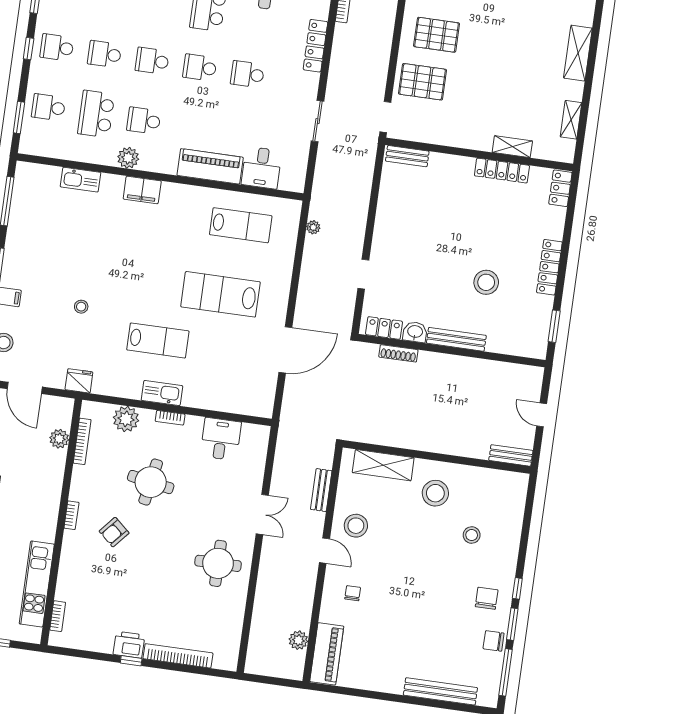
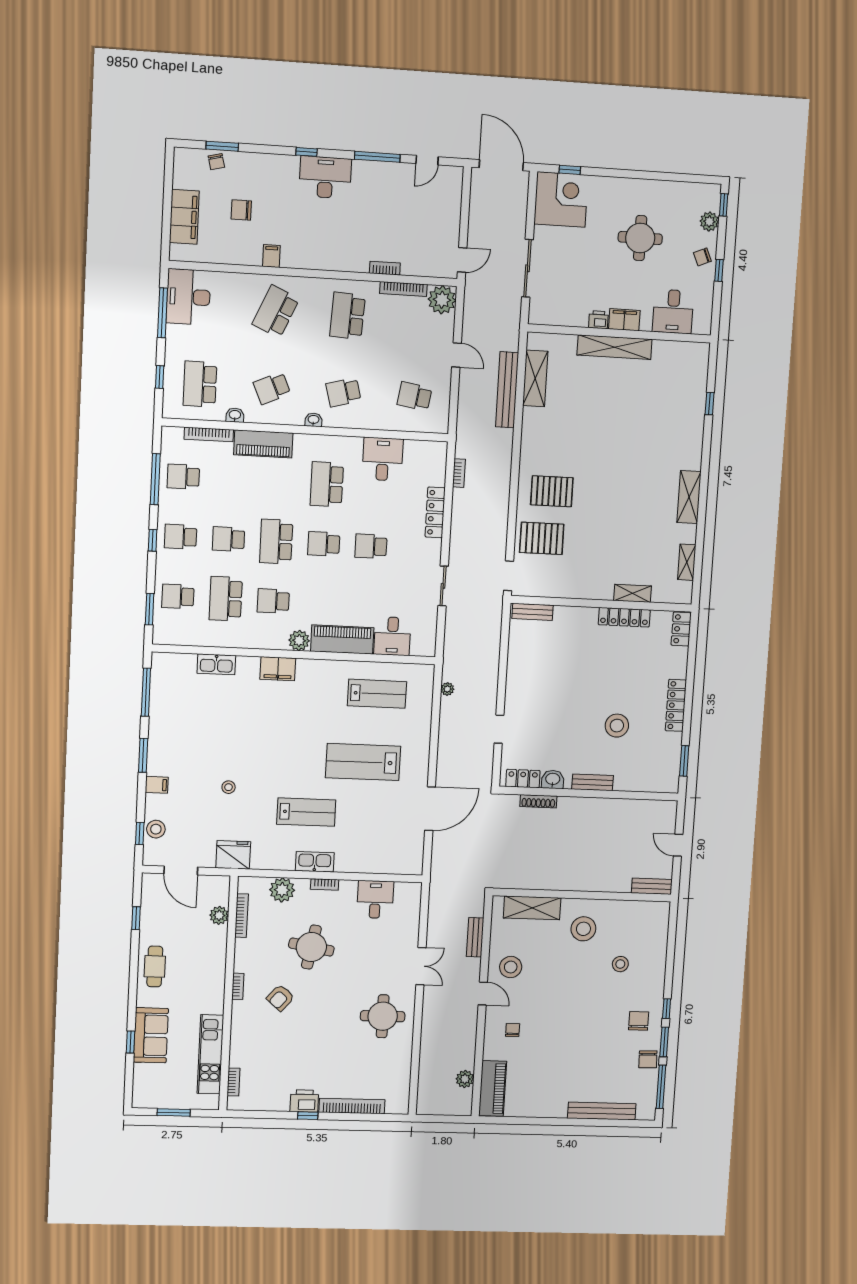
school desk: (152, 61) -> (276, 542), width x1.85
plant: (128, 158) -> (299, 640), moved
bench: (456, 339) -> (593, 782), width x0.73
fridge: (79, 381) -> (233, 855), width x1.36, depth x1.34
chair: (494, 641) -> (648, 1059), turned -92

